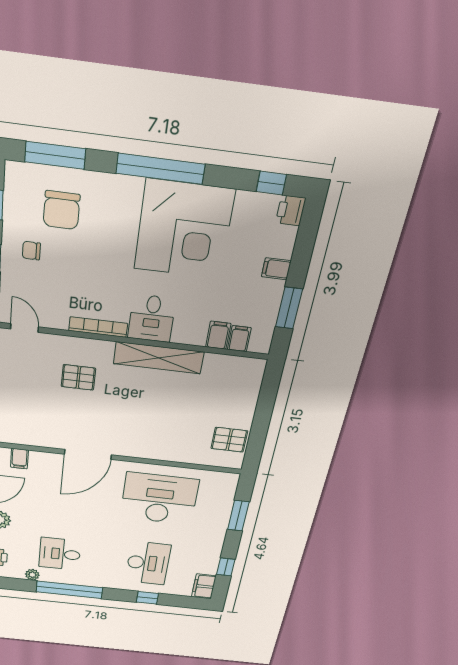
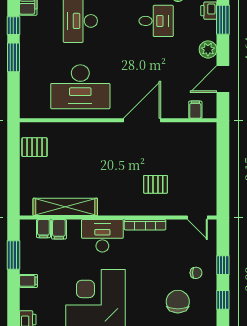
desk: (152, 318) -> (102, 236), width x1.37
shelving: (159, 358) -> (65, 207), moved
window: (238, 516) -> (13, 57), moved

